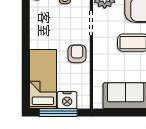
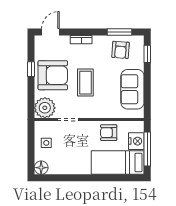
armchair: (77, 54) -> (109, 133), moved

